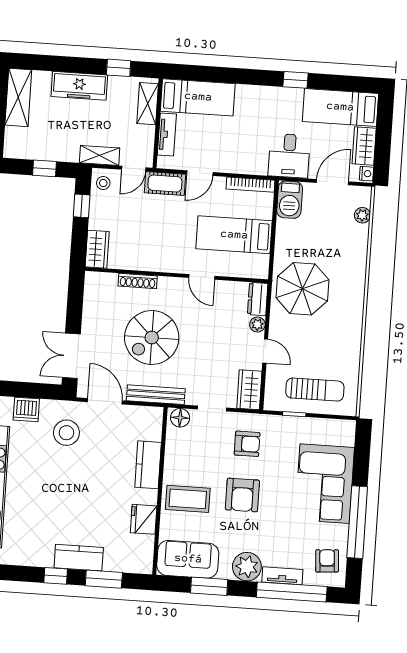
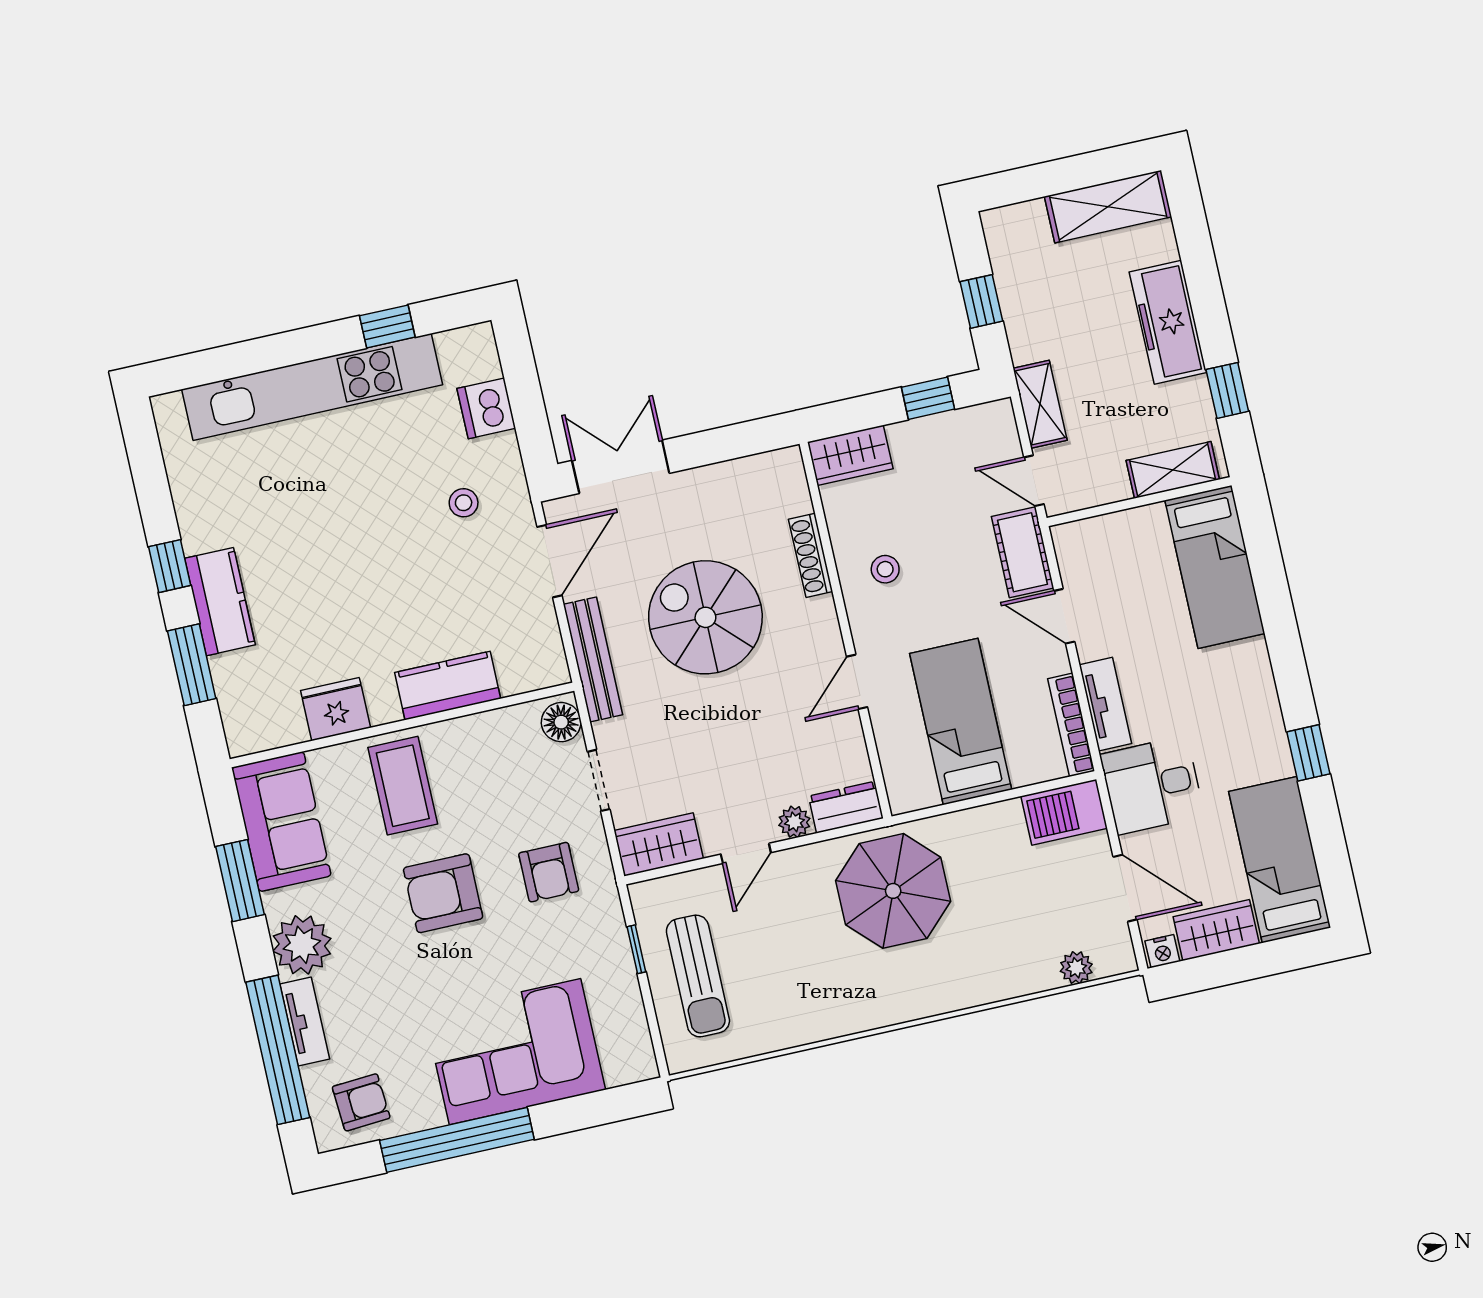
tv unit: (167, 134) -> (1105, 704), moved, turned -90
stool: (103, 183) -> (885, 569), moved
stool: (66, 433) -> (464, 503), width x0.53, depth x0.53

